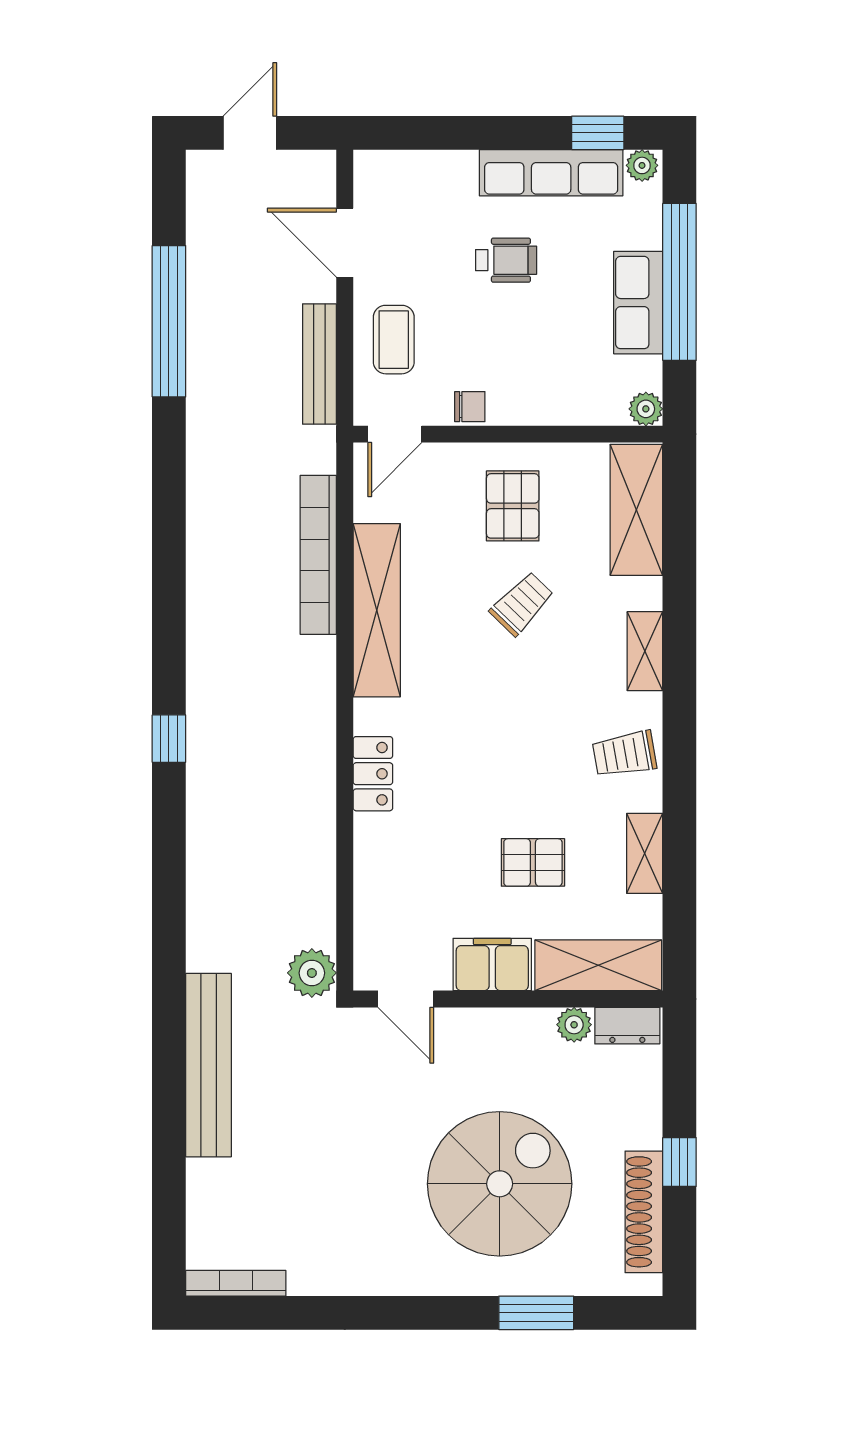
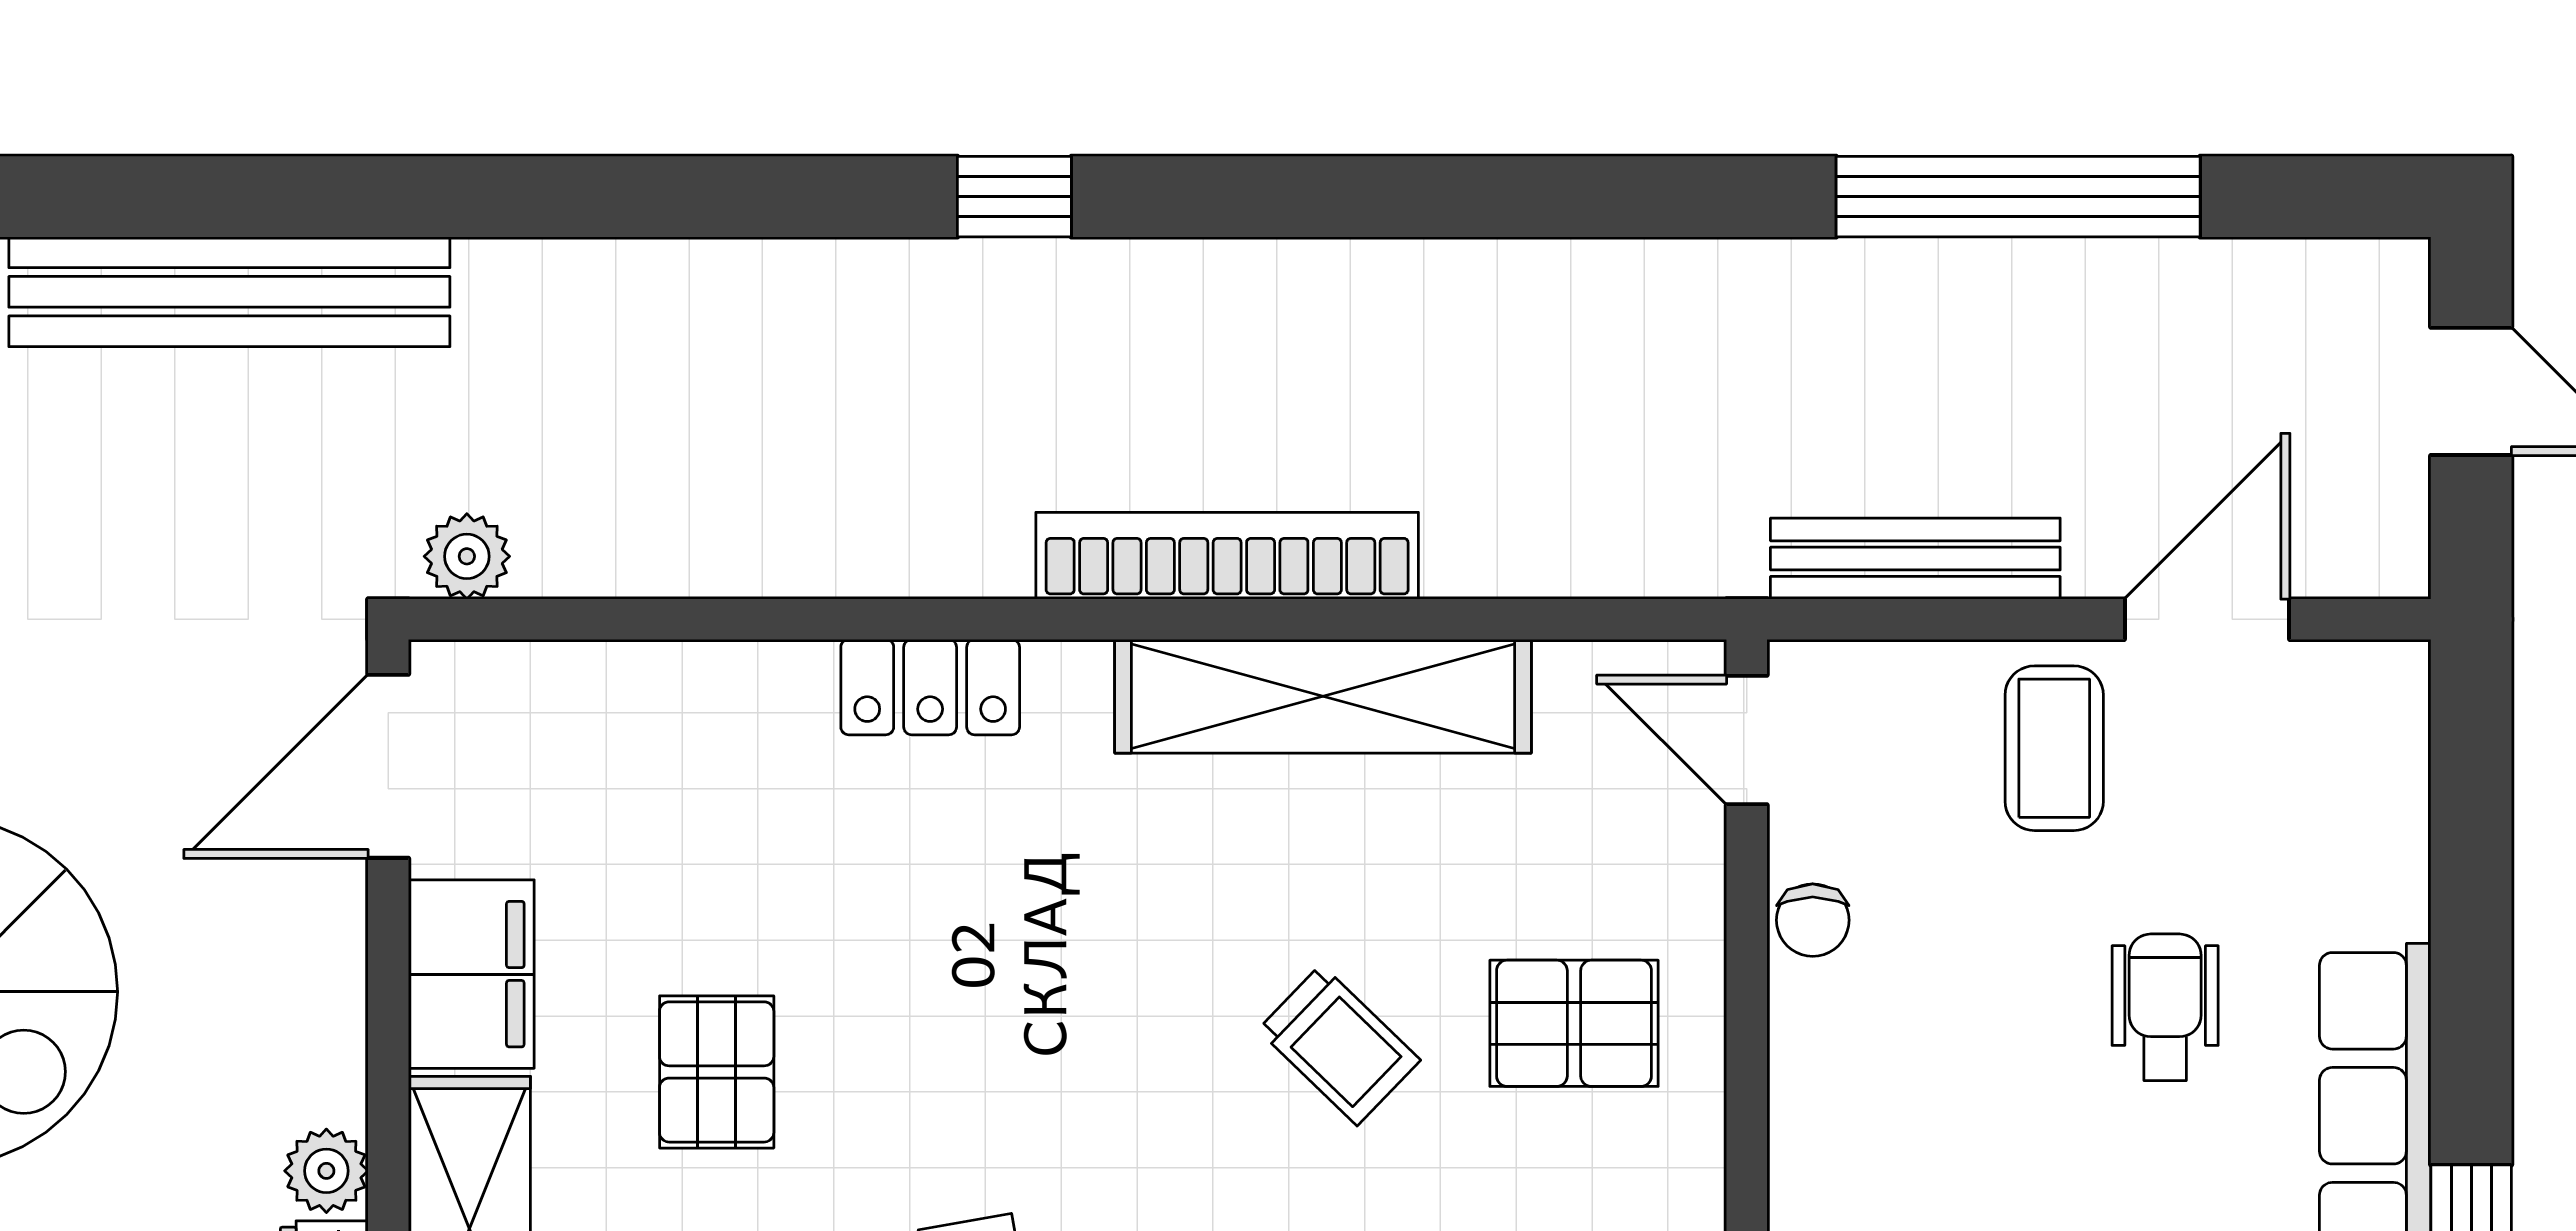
wheelchair: (506, 260) -> (2165, 1007), turned 180
coffee table: (394, 340) -> (2054, 748), moved, turned 90
bookcase: (318, 555) -> (1227, 556), moved
plant: (312, 973) -> (467, 556), width x0.73, depth x0.73
door: (406, 999) -> (388, 766), width x1.38

